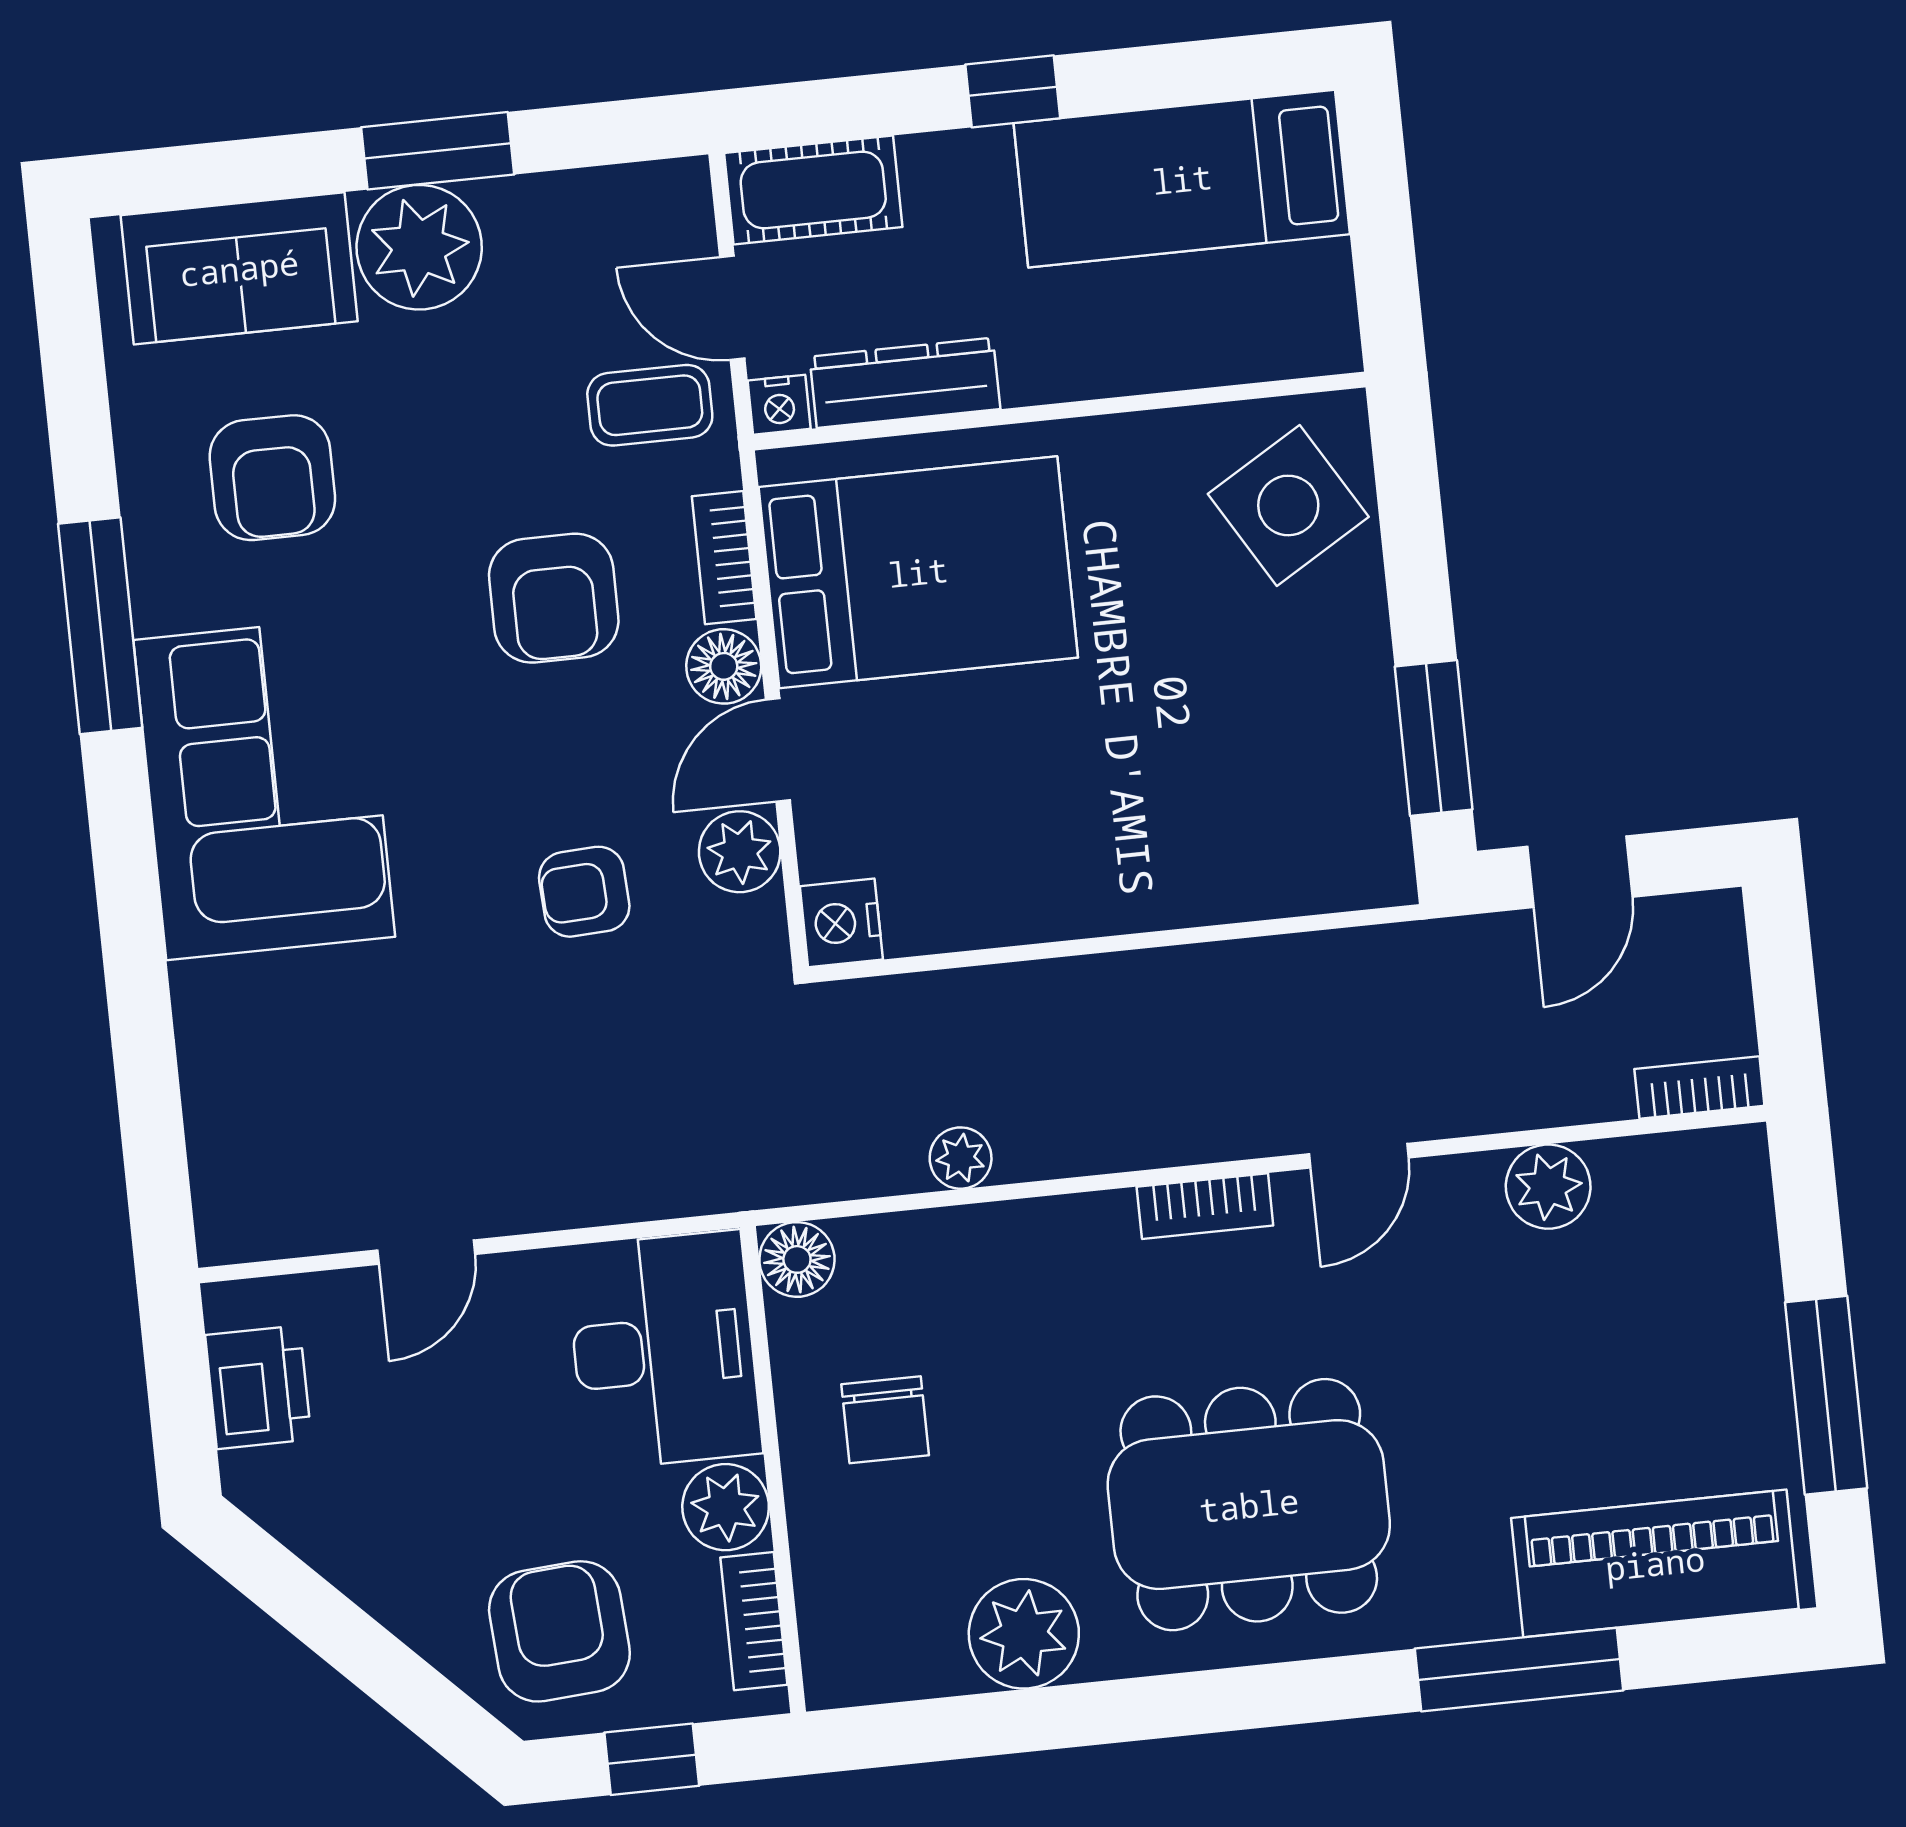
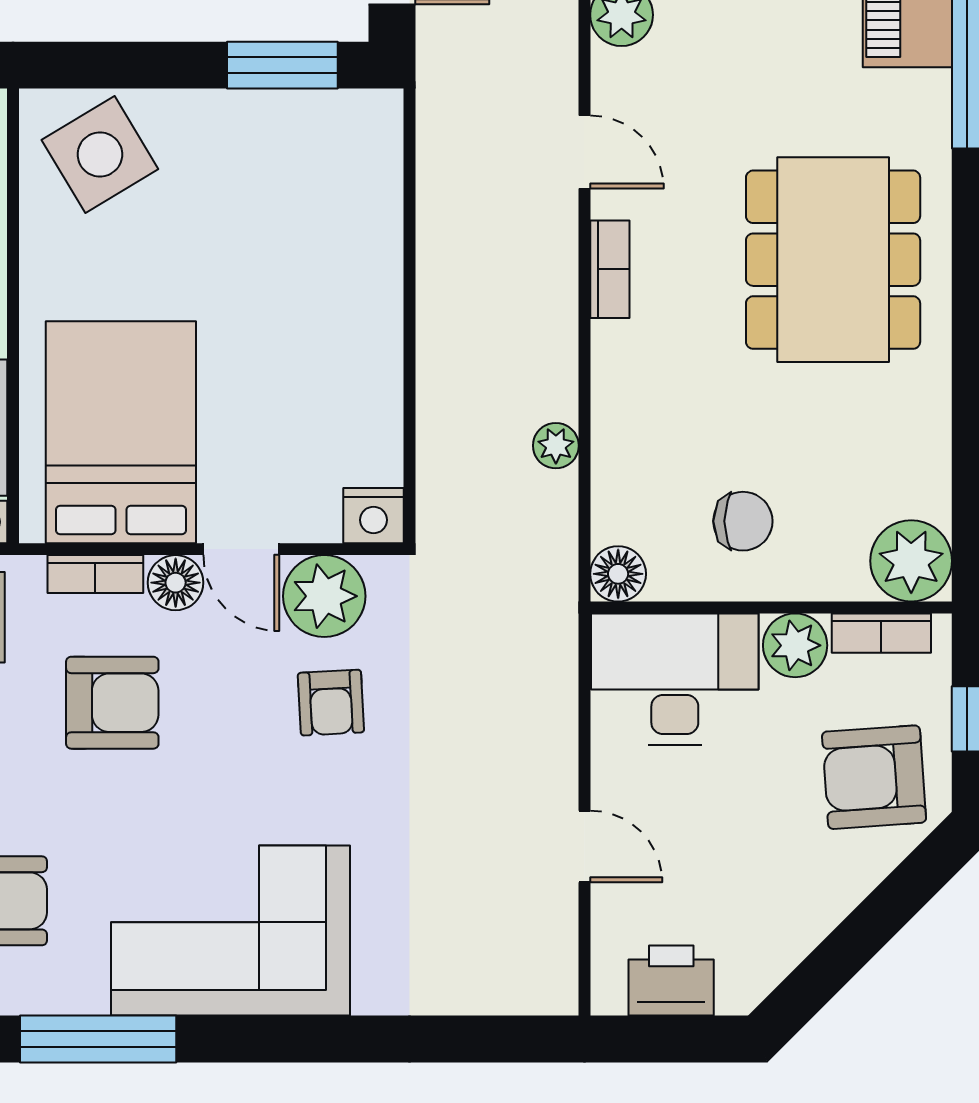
plant: (740, 852) -> (324, 596), width x1.36, depth x1.36
plant: (1024, 1634) -> (911, 561), moved

